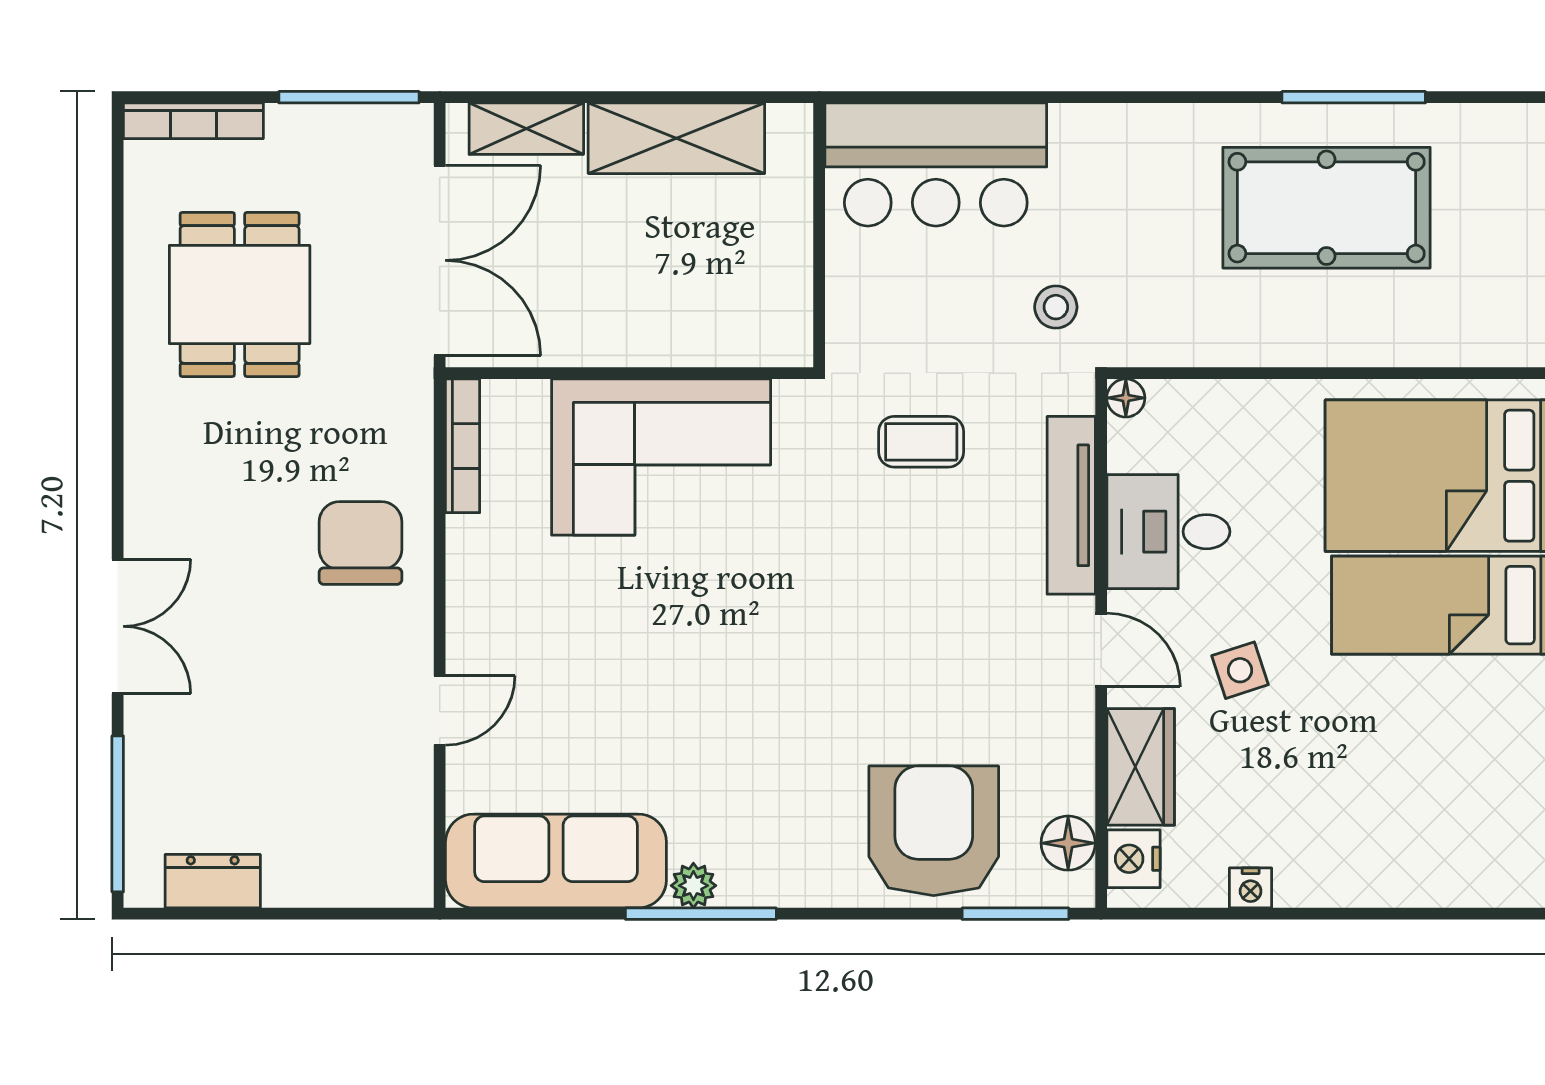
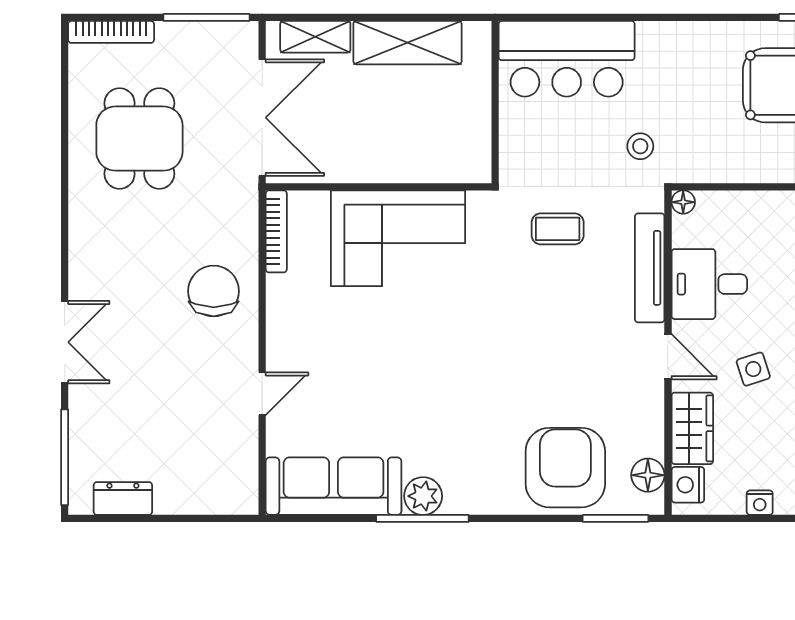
plant: (693, 886) -> (423, 496), width x1.38, depth x1.38

